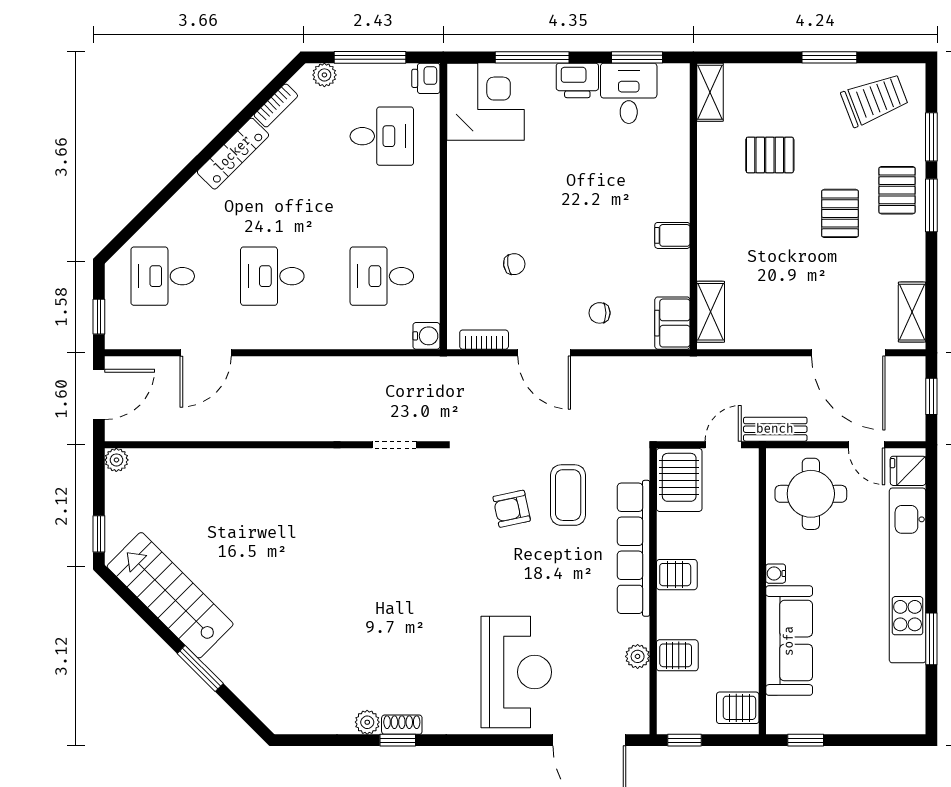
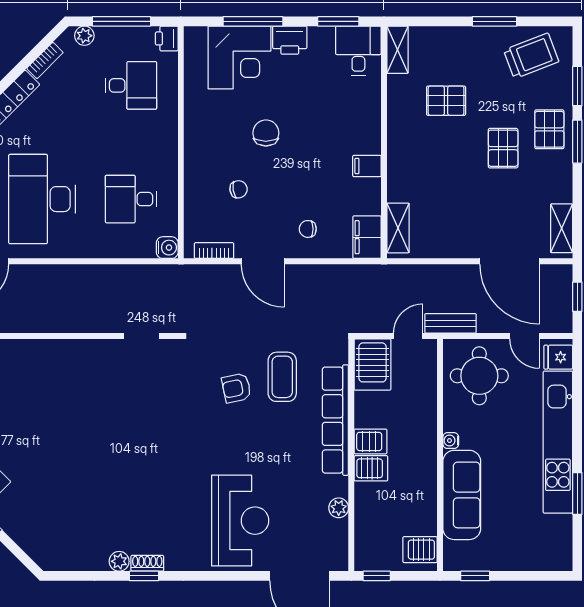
desk: (629, 93) -> (358, 51), moved
corner desk: (485, 102) -> (239, 57), moved, turned 90
chair: (548, 195) -> (266, 133), added
desk: (272, 276) -> (42, 199), width x1.87, depth x1.30
server rack: (677, 655) -> (371, 468), moved

